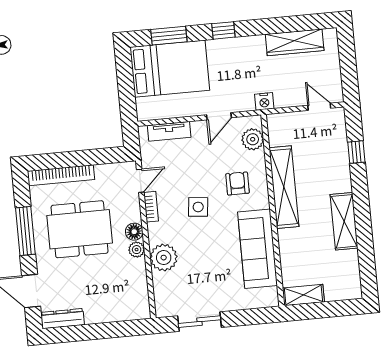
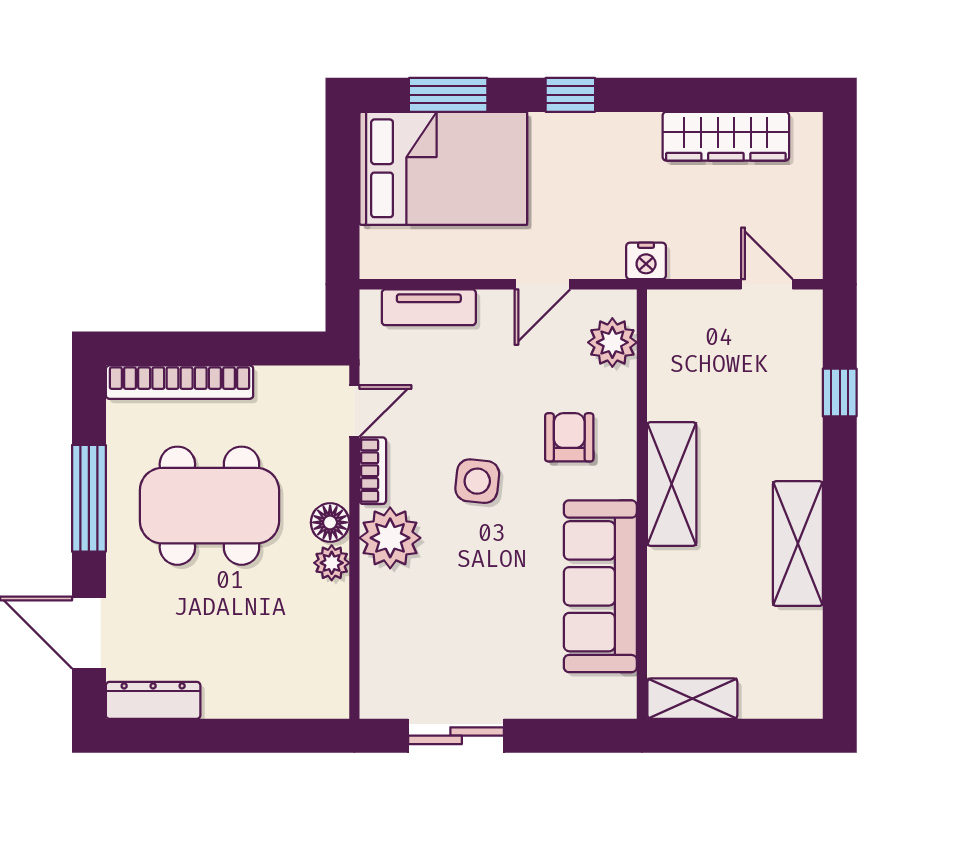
shelving: (284, 187) -> (672, 484), width x0.68
plant: (164, 258) -> (390, 538), moved

